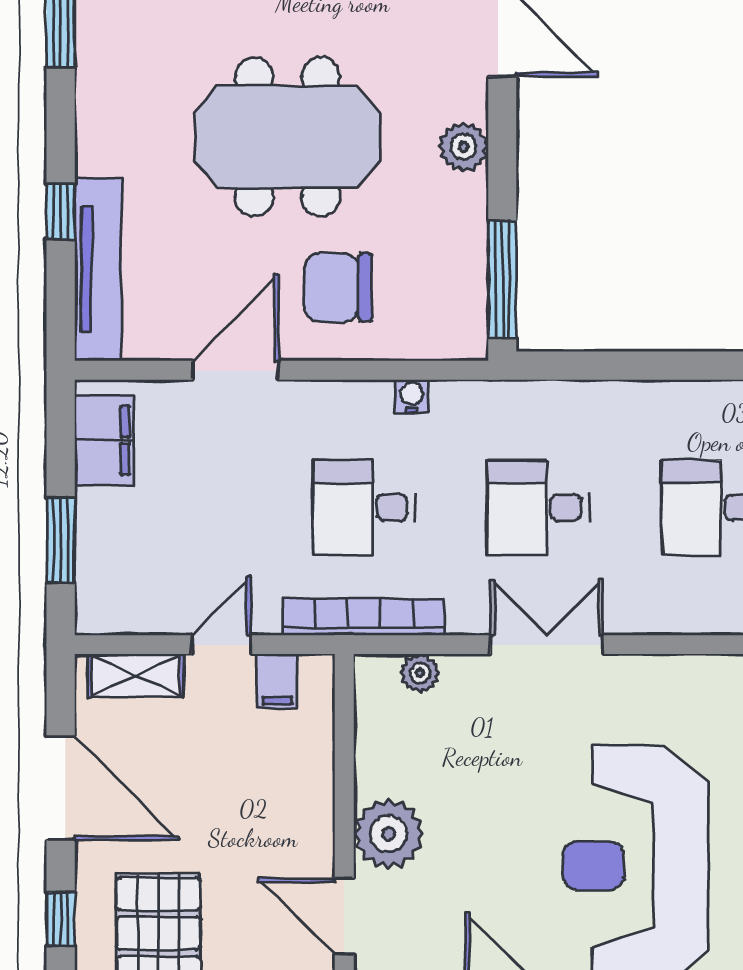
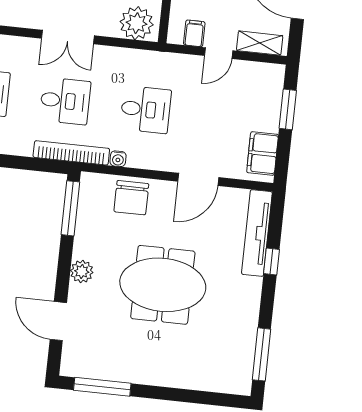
chair: (338, 287) -> (131, 198), moved, turned 90
bookcase: (364, 617) -> (71, 153), moved, turned 180
plant: (420, 673) -> (137, 23), width x1.88, depth x1.88

